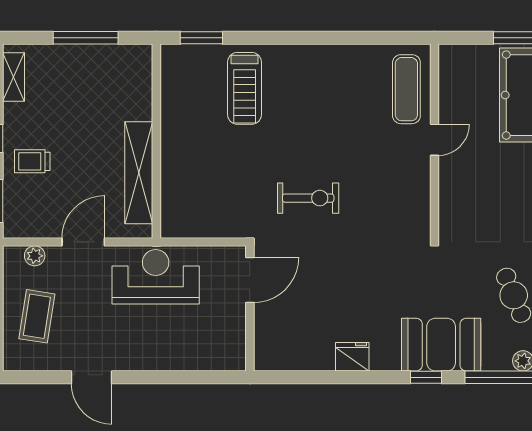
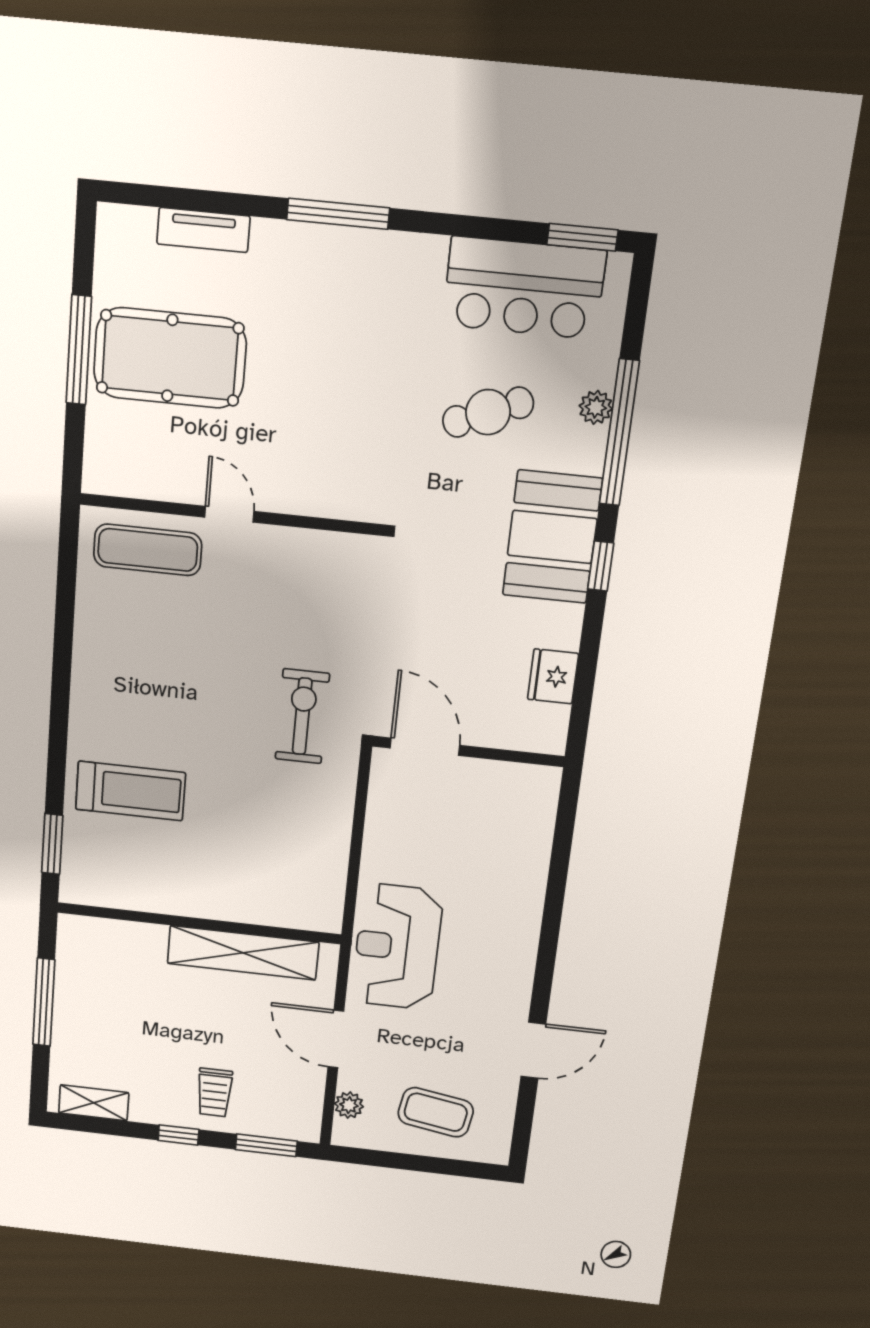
door: (250, 280) -> (425, 747), moved
wall: (250, 308) -> (468, 751), moved

